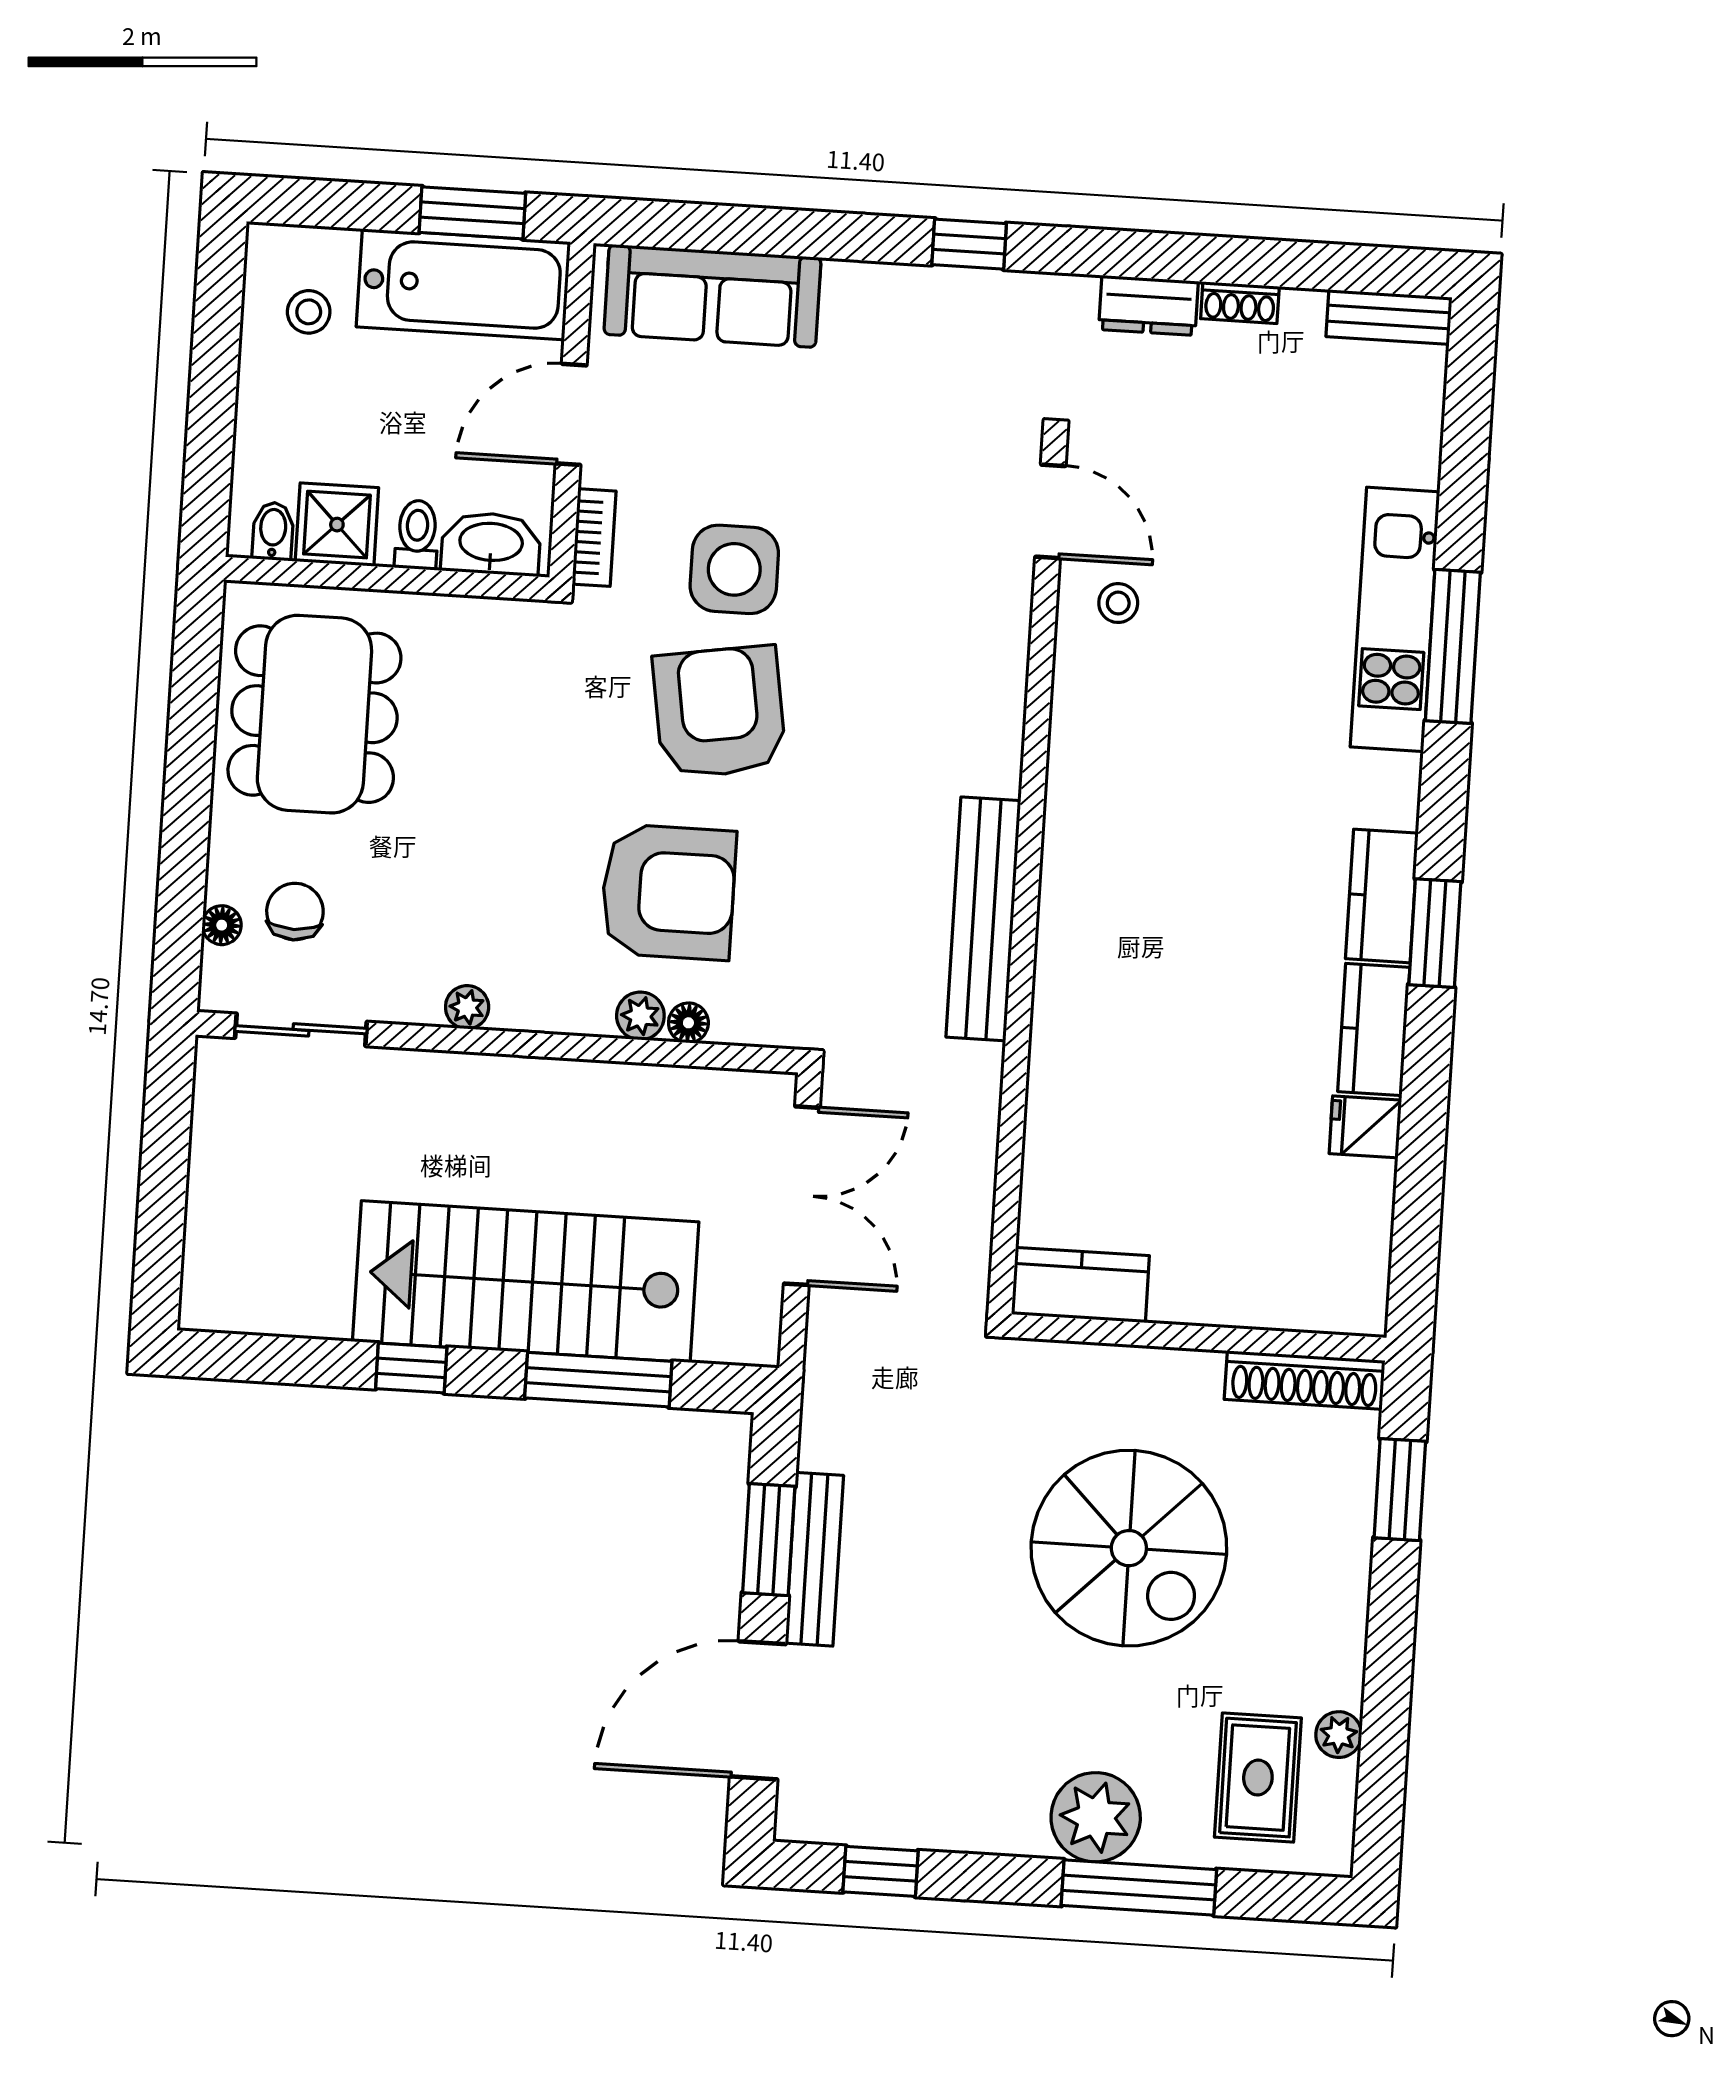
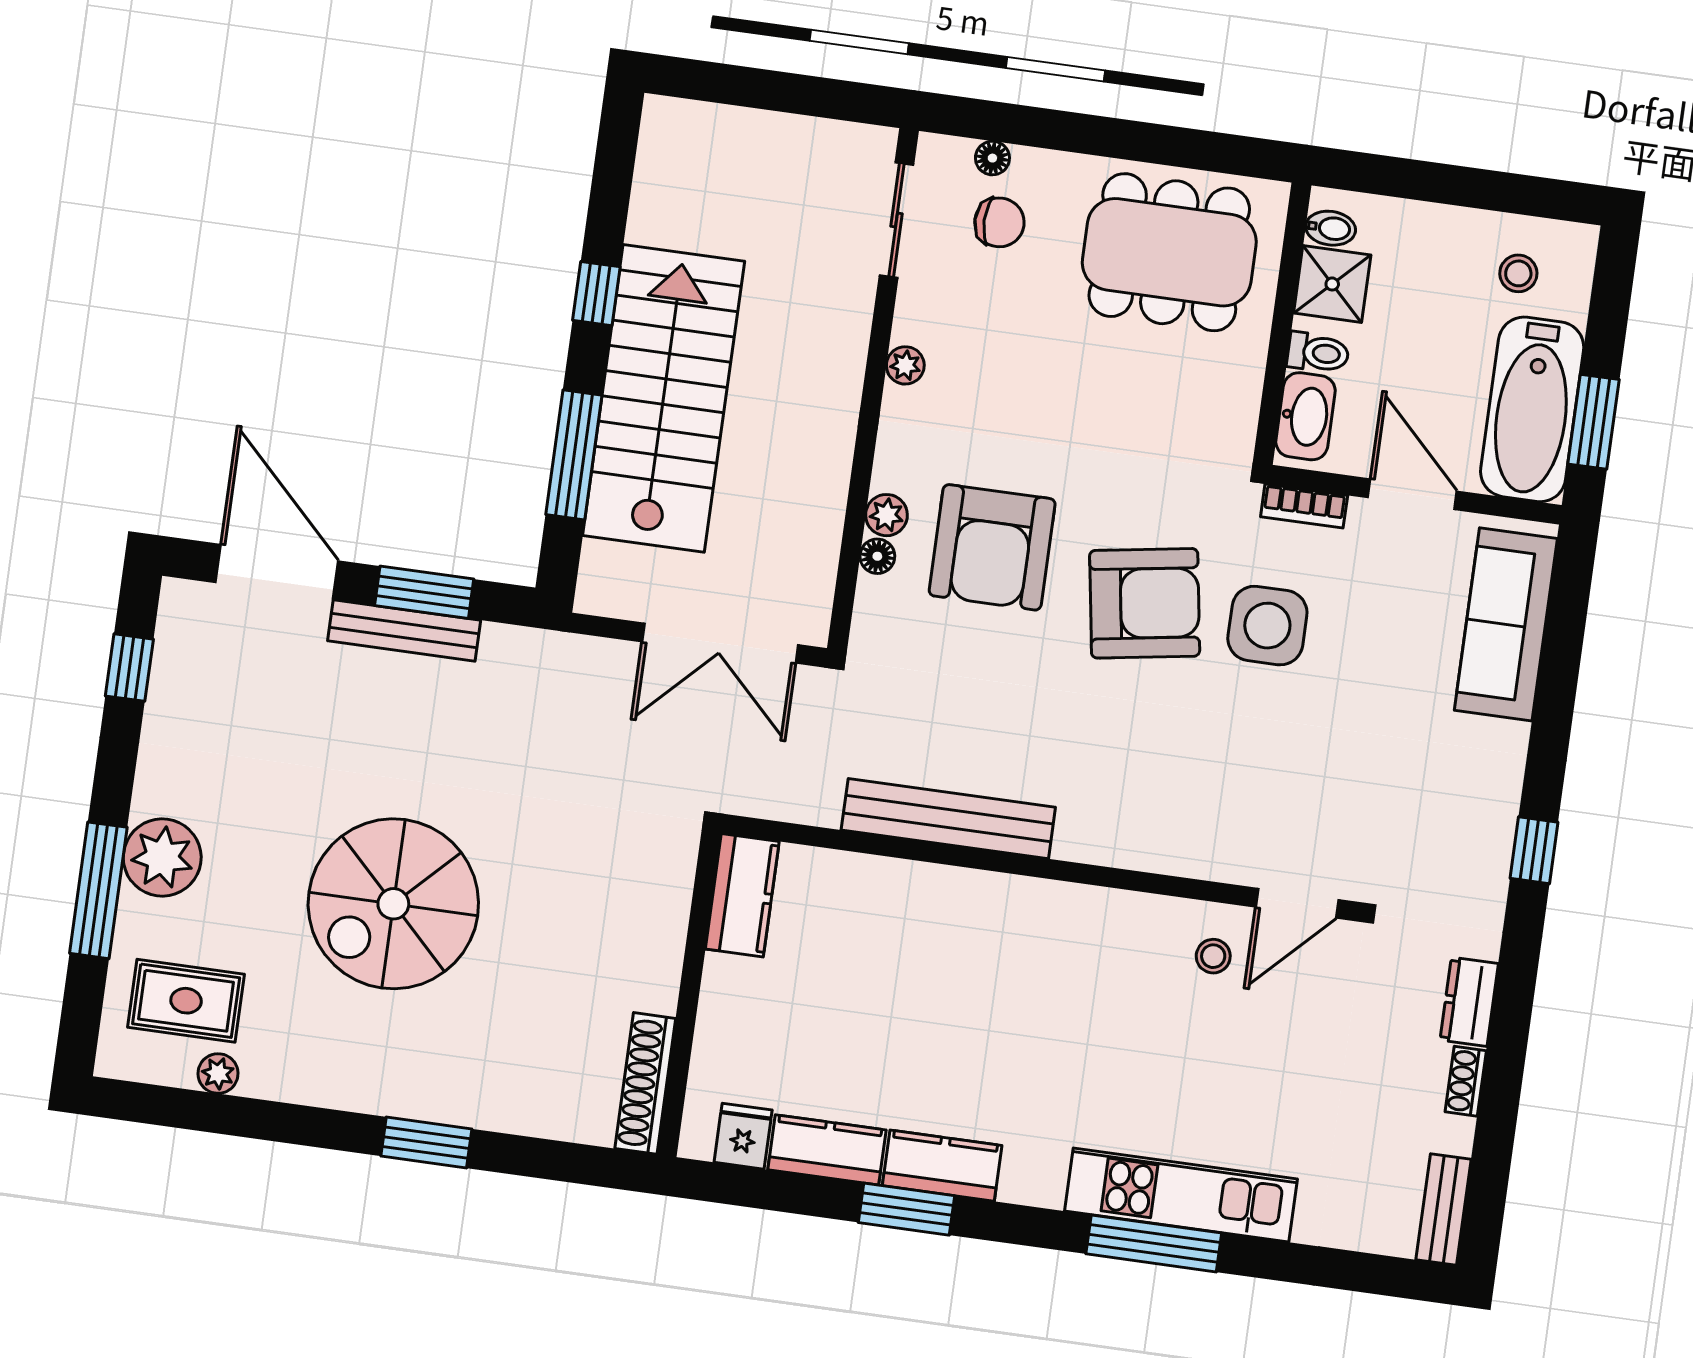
kitchen counter: (1080, 1285) -> (742, 895), moved
wall: (1198, 1337) -> (689, 994), moved
shoe rack: (1305, 1380) -> (645, 1083), moved

